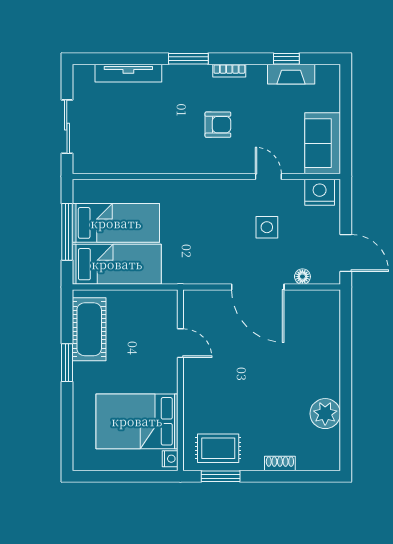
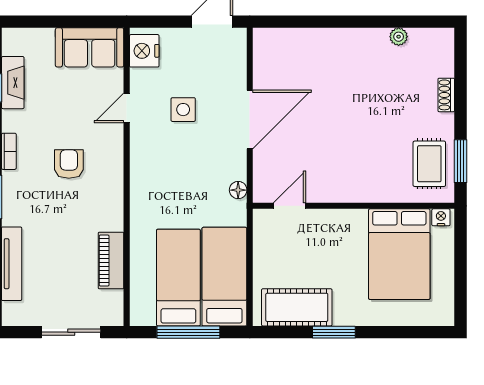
piano: (131, 162) -> (111, 261), added
floor lamp: (302, 277) -> (238, 190), moved
door: (180, 343) -> (290, 206), moved
plant: (325, 414) -> (399, 37), width x0.53, depth x0.53

